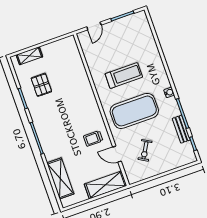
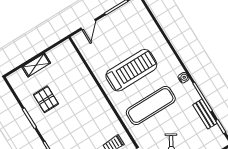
shelving: (29, 56) -> (36, 65), moved
treadmill: (124, 75) -> (131, 70), width x1.37, depth x1.38
exercise mat: (134, 111) -> (151, 106), width x0.68

